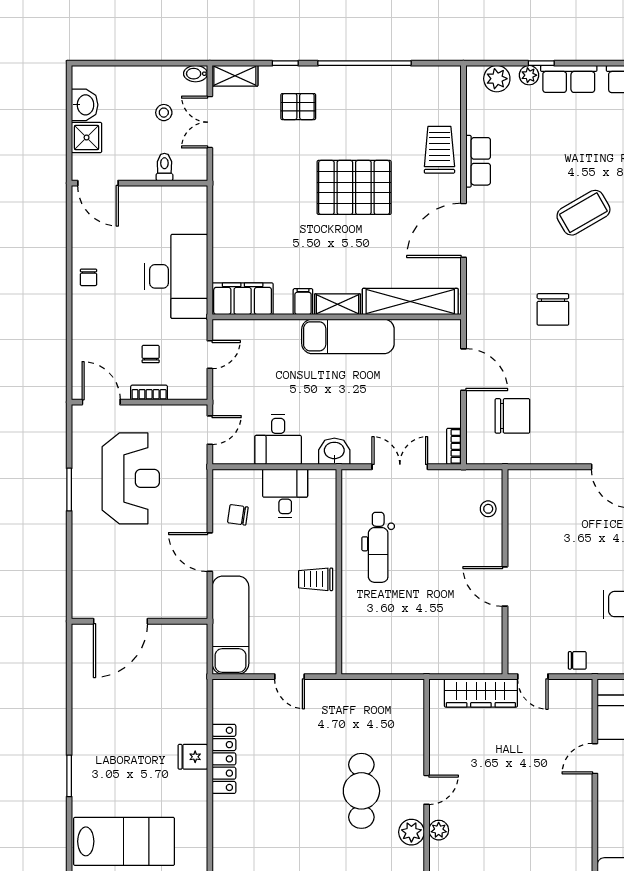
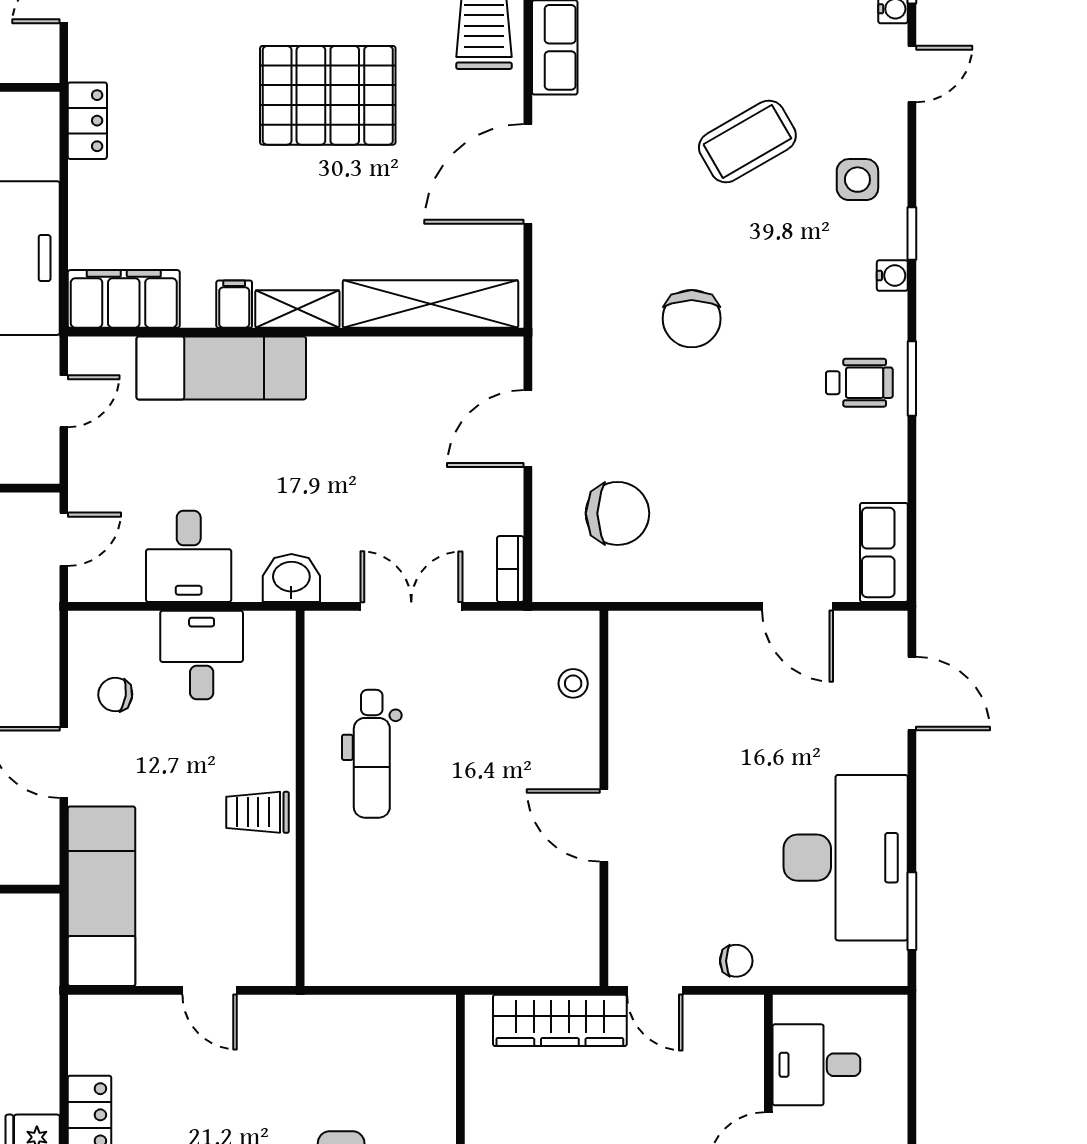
locker: (223, 201) -> (87, 121), added
exam couch: (348, 336) -> (221, 368), moved
door: (463, 370) -> (528, 428), swing flipped

